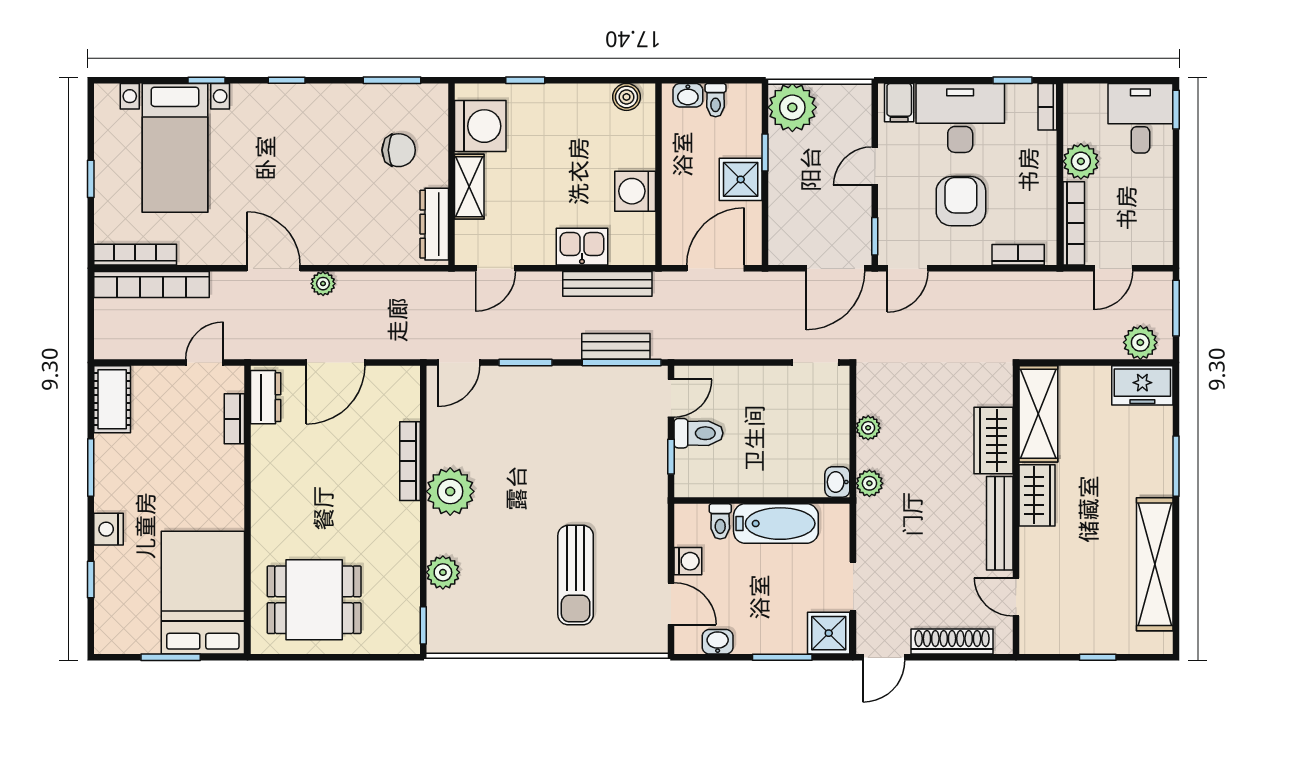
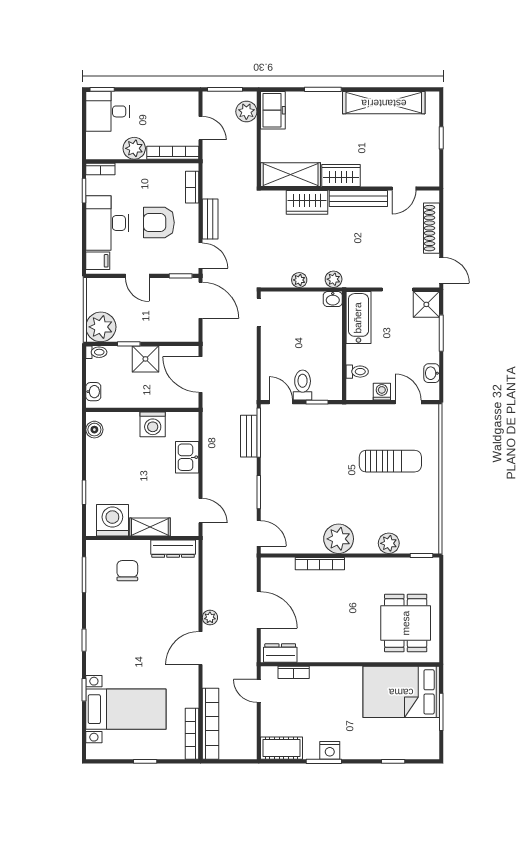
toilet: (716, 100) -> (96, 352), moved
bench: (607, 284) -> (210, 219), moved, width x0.73
bathtub: (776, 524) -> (358, 318), moved
nightstand: (108, 529) -> (330, 750), moved
door: (671, 604) -> (408, 402), hinge flipped

